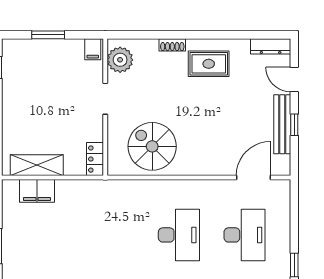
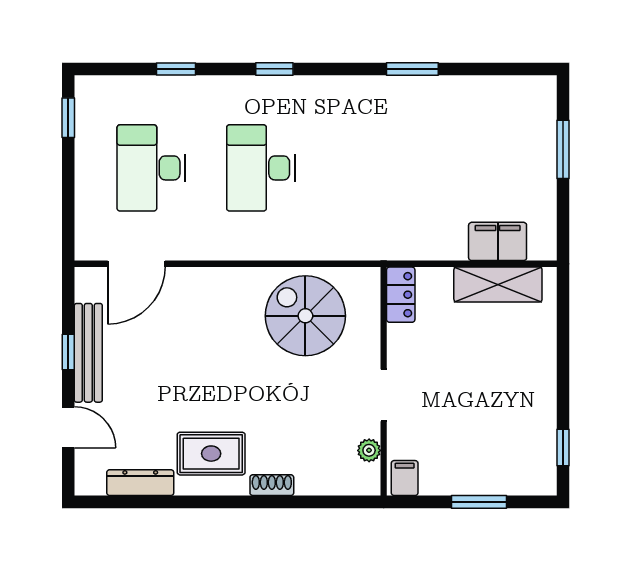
dresser: (271, 46) -> (140, 483), moved
plant: (120, 60) -> (369, 450), width x0.53, depth x0.53
spiral stairs: (152, 146) -> (305, 316), turned 180

